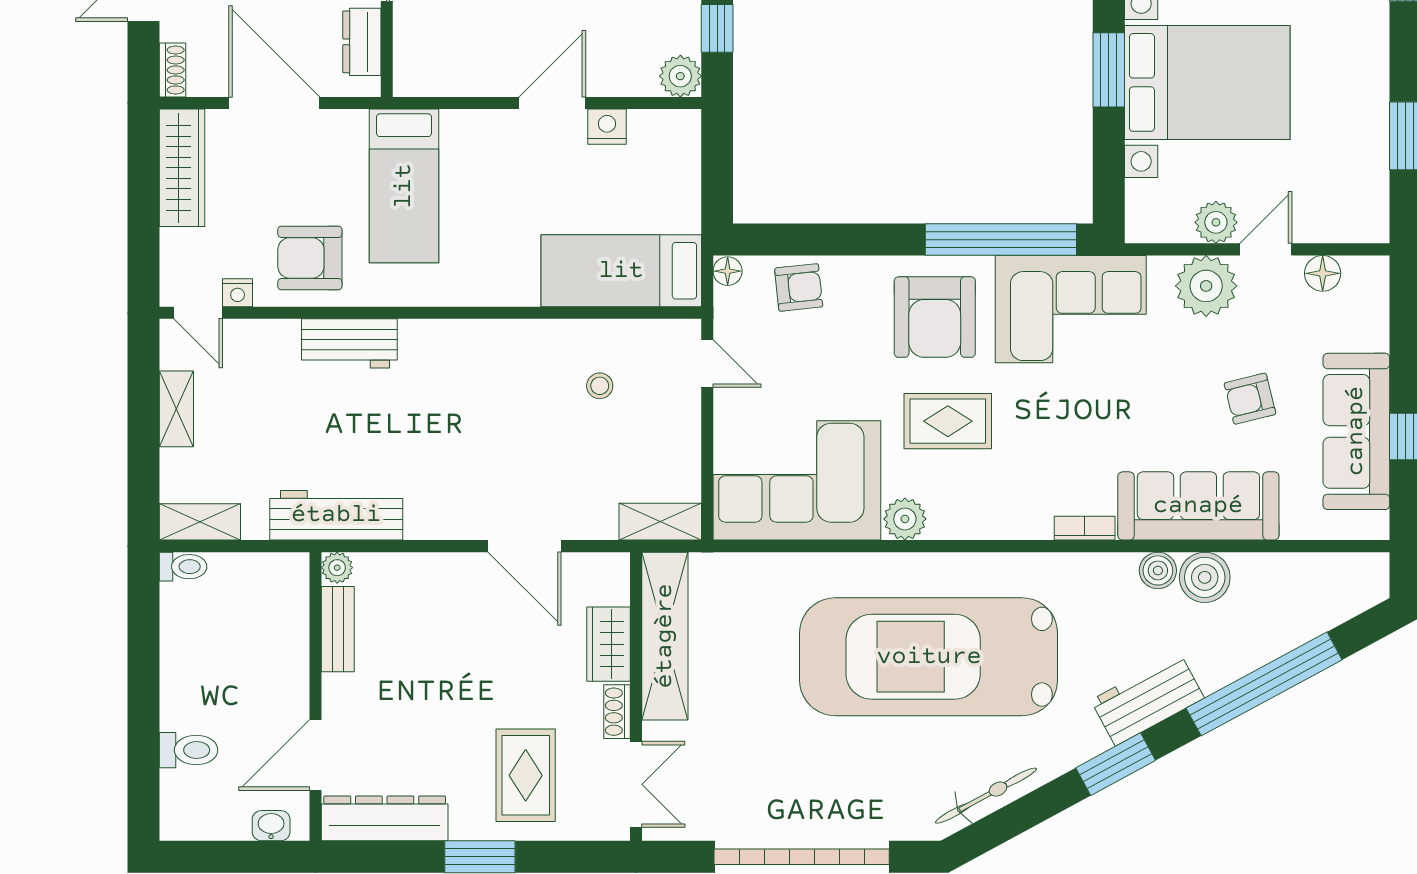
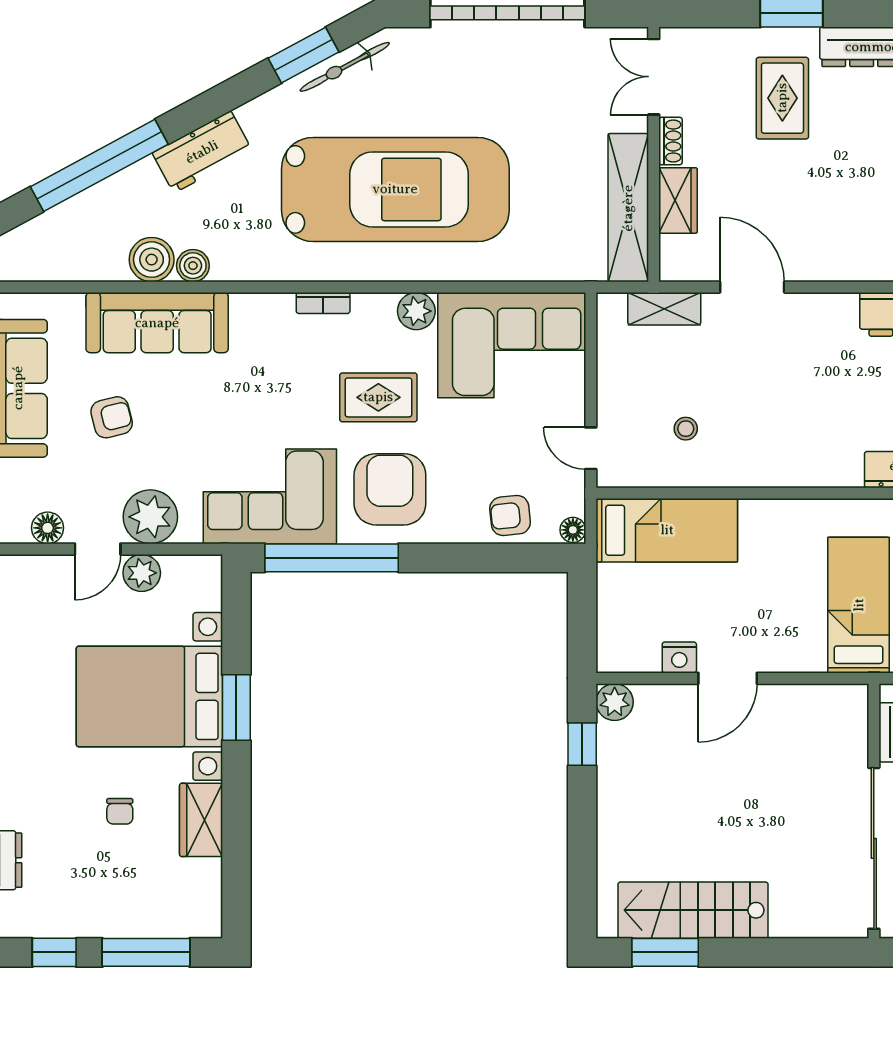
shelving: (660, 522) -> (664, 309), moved
bookcase: (1085, 528) -> (323, 303), moved
window: (1116, 764) -> (303, 55), moved
rug: (526, 775) -> (782, 98), moved

